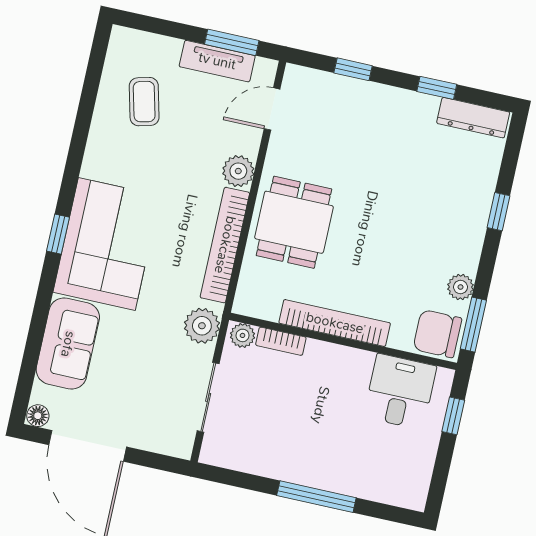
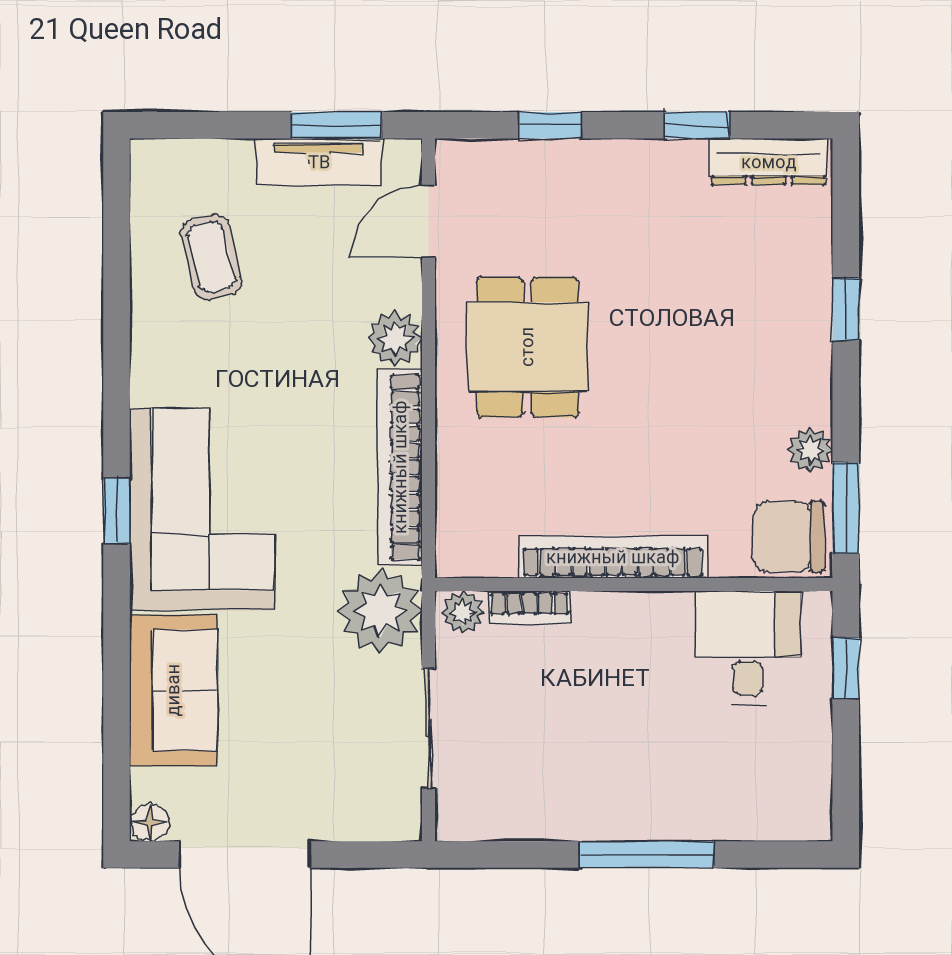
dining table: (294, 222) -> (527, 347), moved
plant: (202, 326) -> (380, 611), width x1.36, depth x1.36

